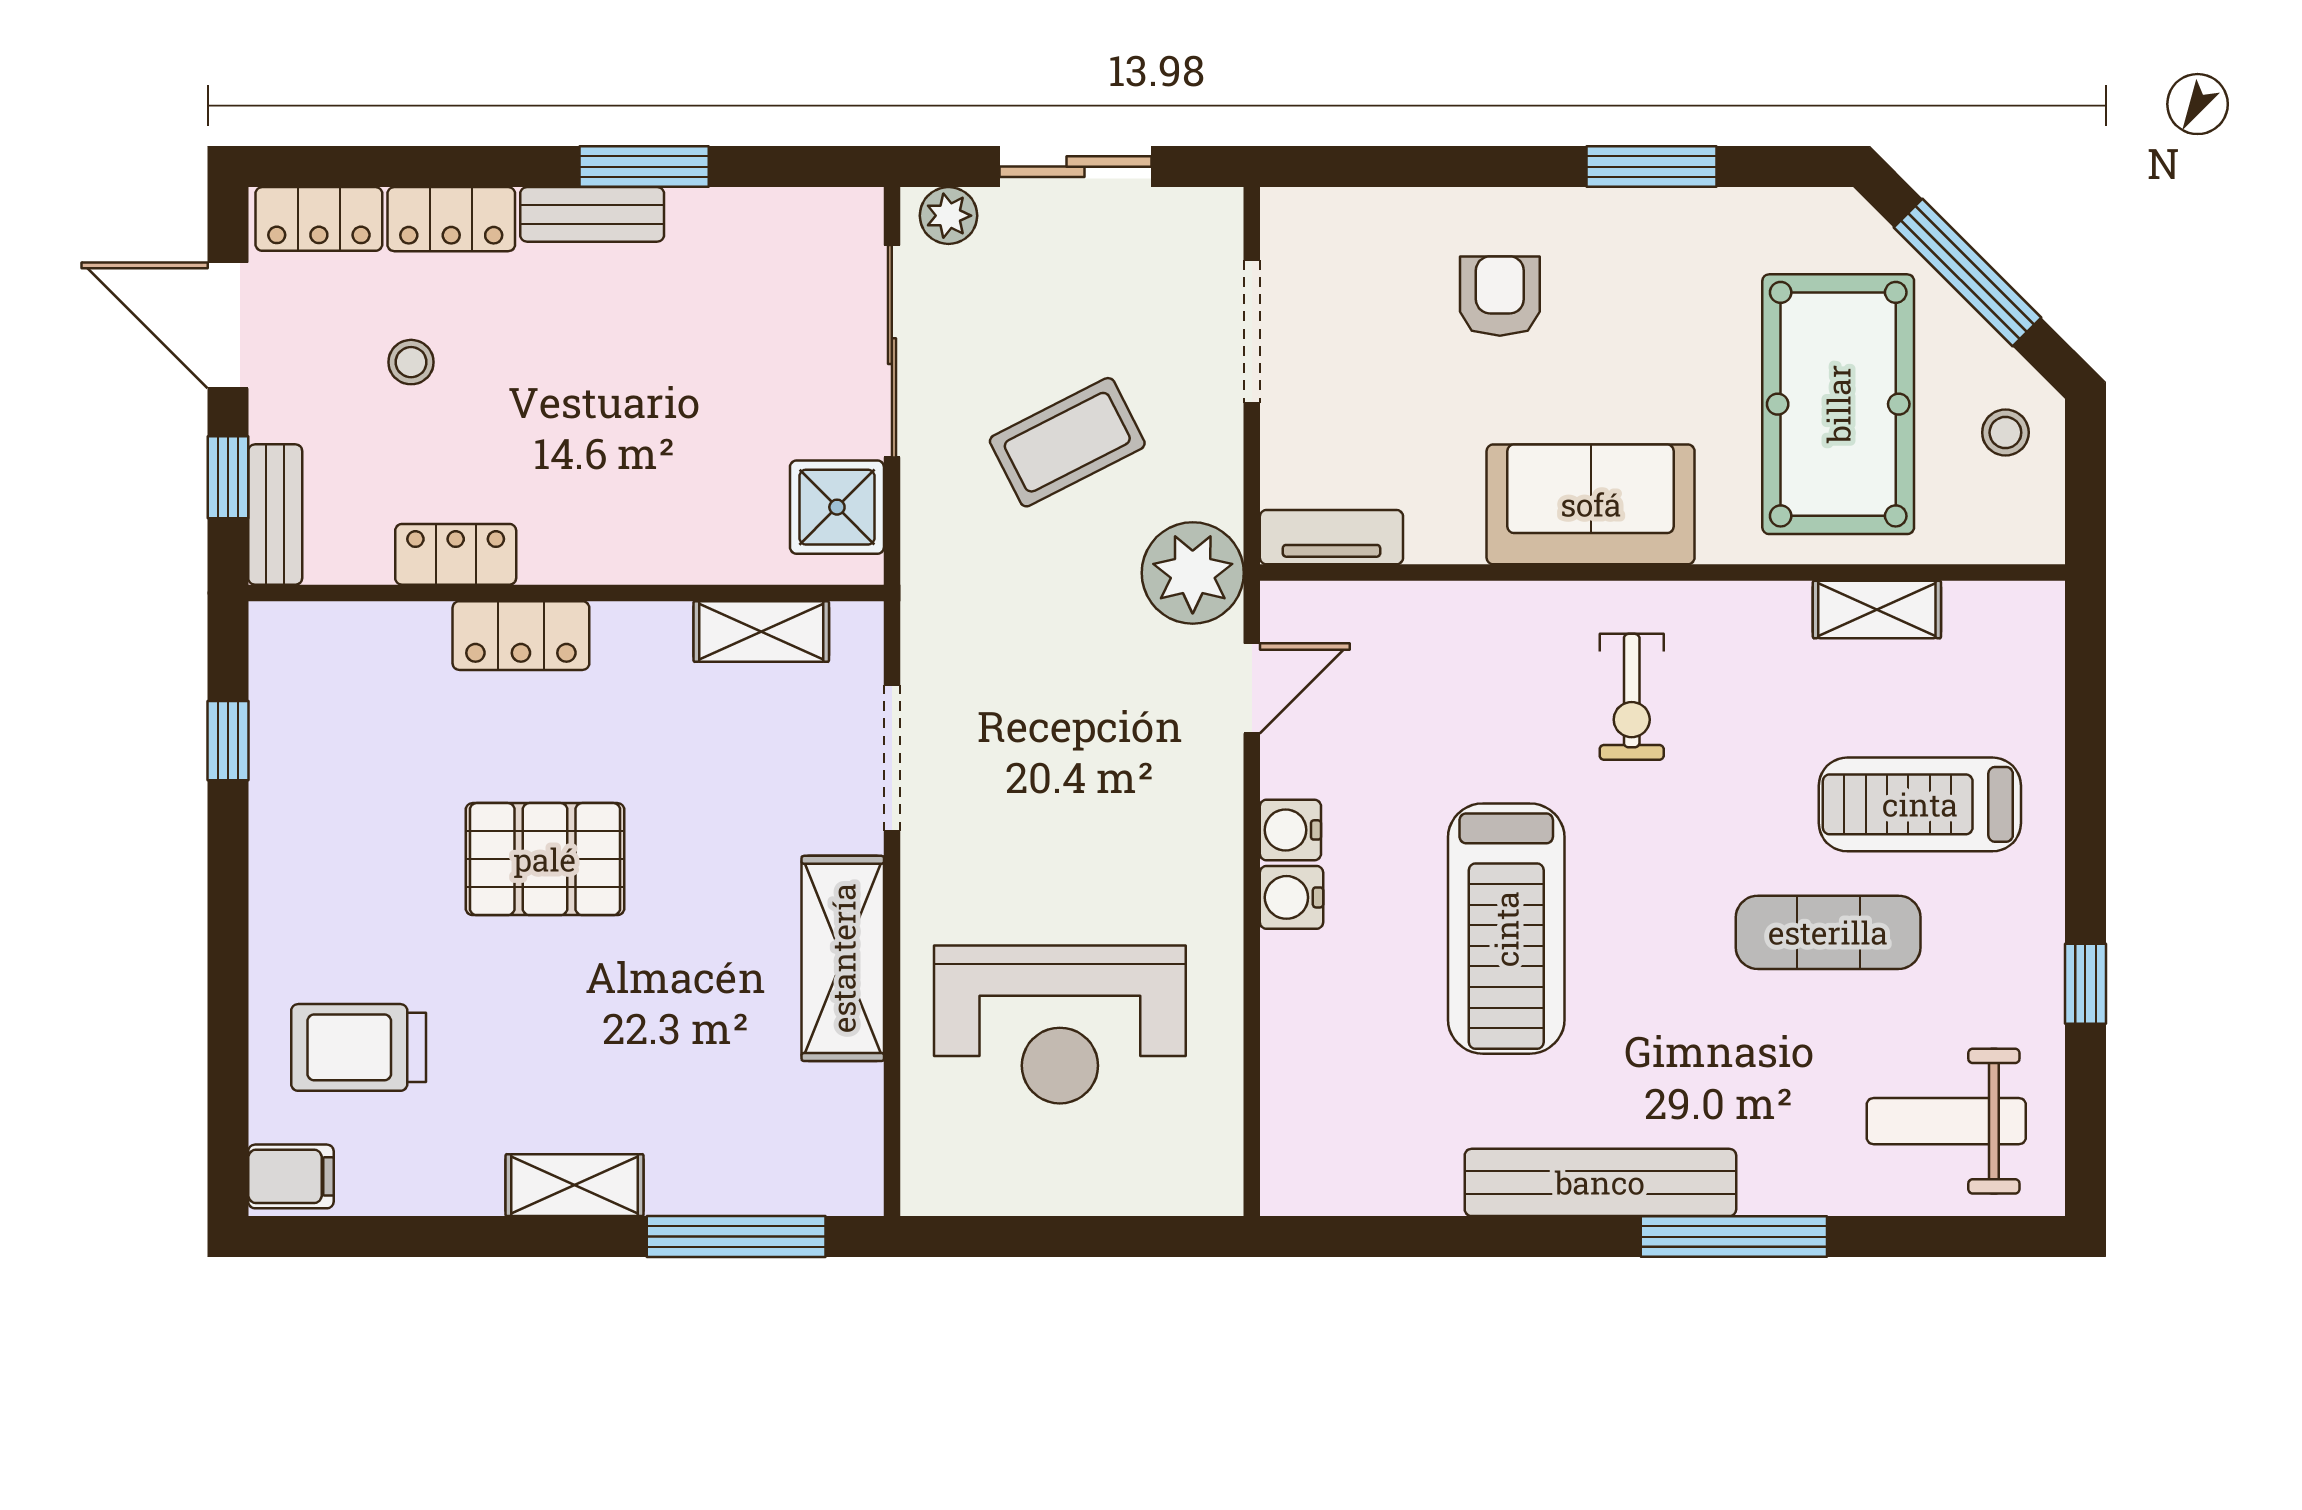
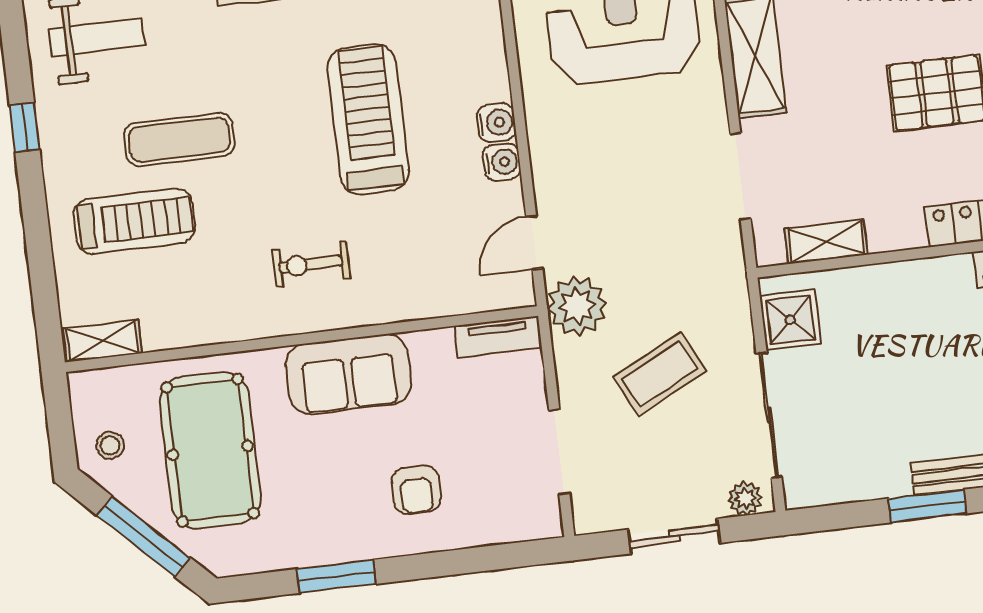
shelving: (1877, 610) -> (103, 341), moved
exercise bike: (1632, 697) -> (311, 264), turned -90

